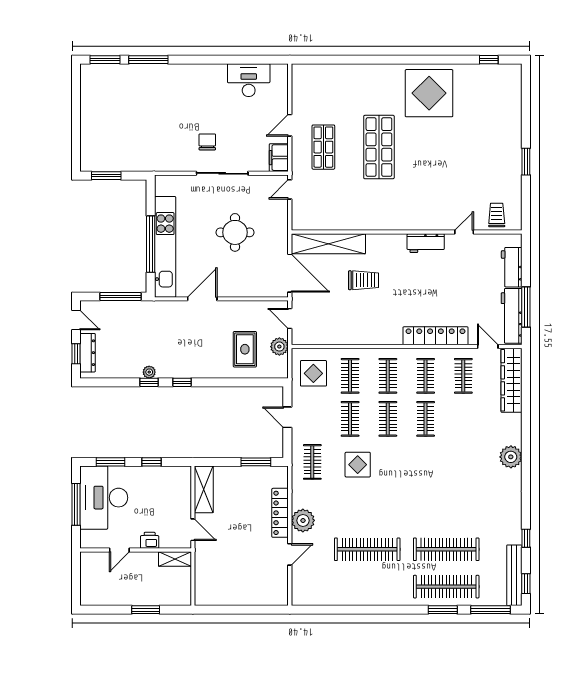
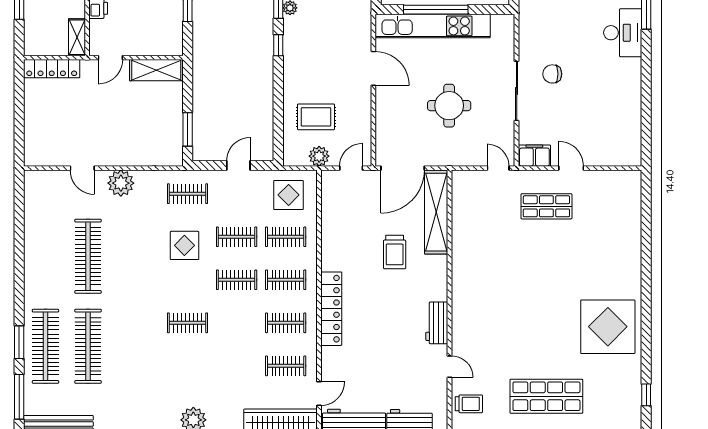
desk: (249, 80) -> (623, 33), moved
chair: (207, 142) -> (552, 74), turned 180
shop shelf: (379, 147) -> (546, 396), moved
locker: (435, 336) -> (331, 309), moved
clothes rail: (426, 419) -> (188, 323), moved
locker: (280, 513) -> (52, 69), moved, turned 180

